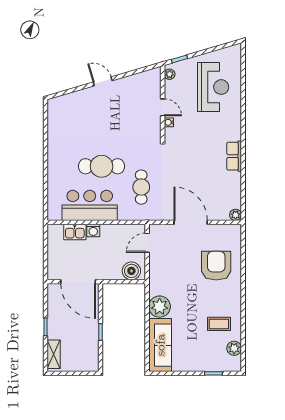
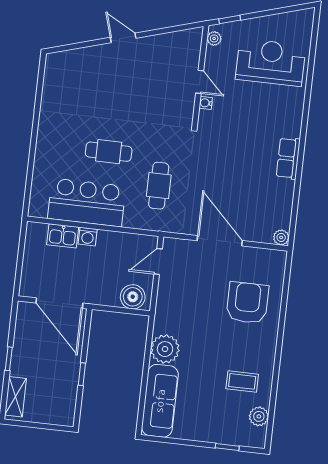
reception desk: (213, 87) -> (271, 62), turned -90
cafe table: (102, 166) -> (109, 152), width x0.73, depth x0.74

